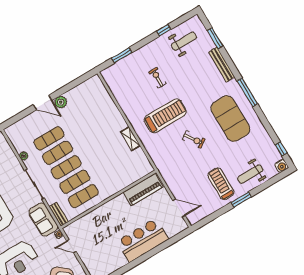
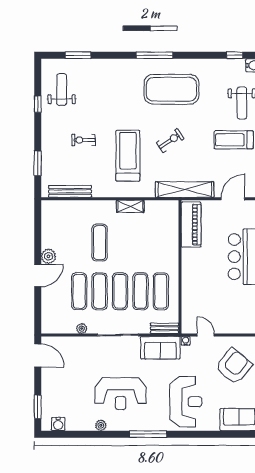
bench: (222, 65) -> (70, 191), moved
exercise mat: (92, 132) -> (100, 243), added
shelving: (165, 170) -> (185, 190), added
door: (71, 246) -> (206, 335), swing flipped

